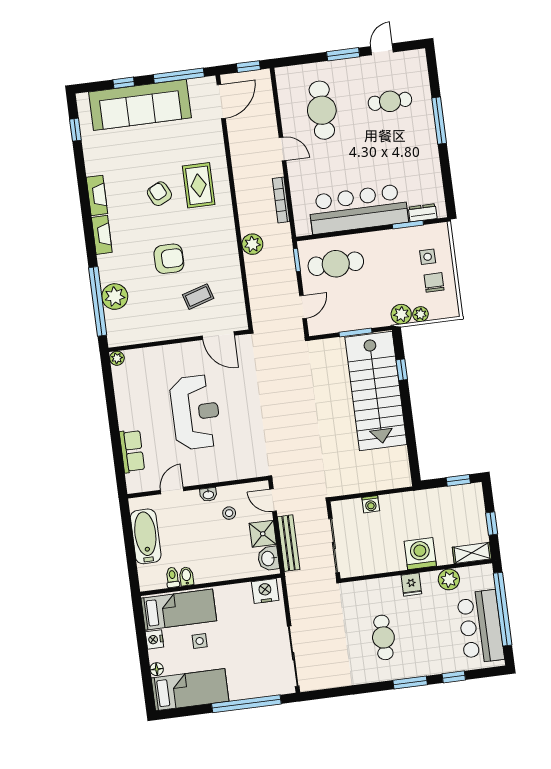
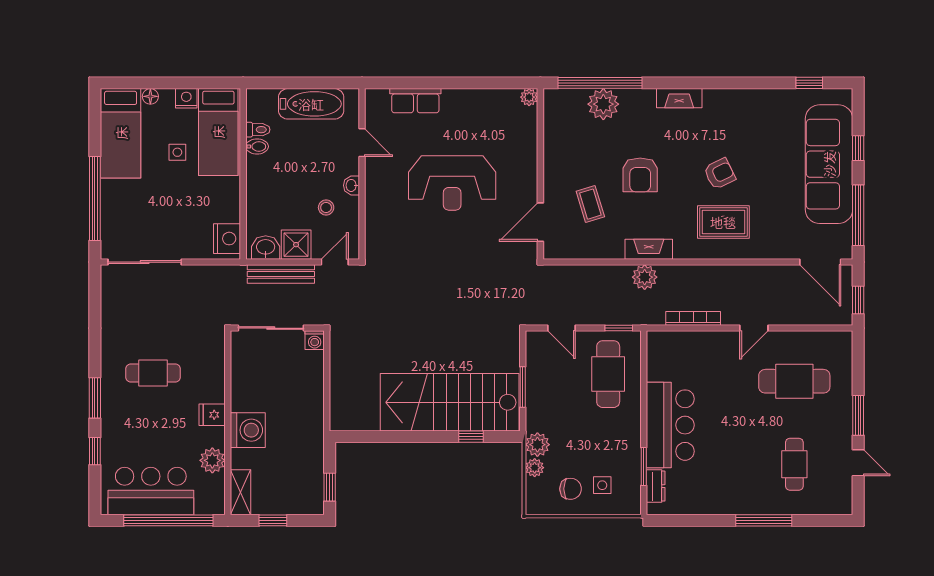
fireplace: (97, 195) -> (649, 249), moved, turned 180
bar counter: (358, 209) -> (670, 425), width x0.73
washing machine: (371, 504) -> (315, 340), moved, turned -90

